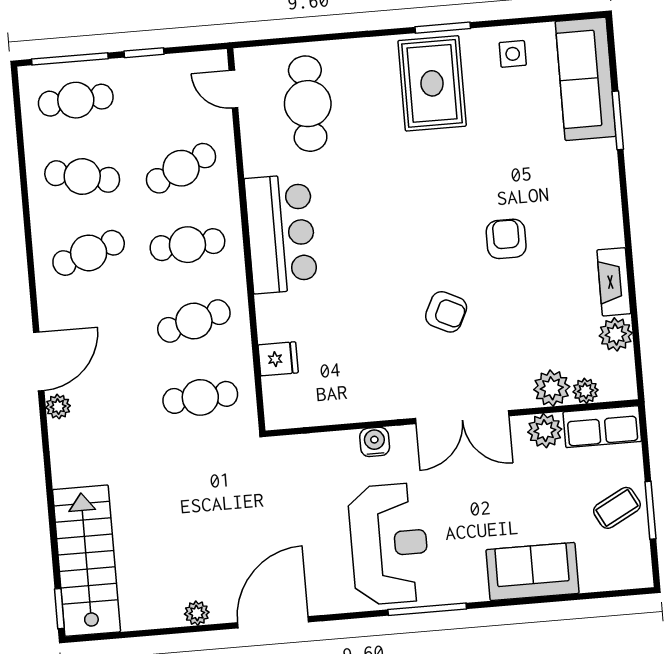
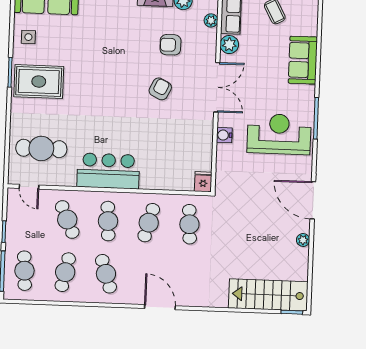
door: (233, 89) -> (29, 187), hinge flipped
armchair: (506, 239) -> (170, 45), moved
cafe table: (194, 321) -> (149, 223), turned 30
fridge: (278, 359) -> (203, 182), moved
plant: (552, 388) -> (207, 38), removed
plant: (58, 407) -> (185, 300), removed

